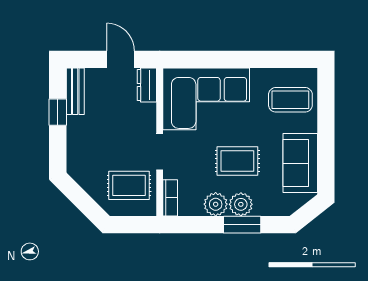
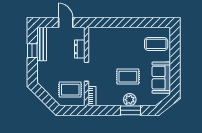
dresser: (147, 85) -> (80, 49), moved
bench: (75, 91) -> (42, 44), width x1.36
corner sofa: (206, 99) -> (111, 44), removed
plant: (216, 204) -> (116, 100), removed

